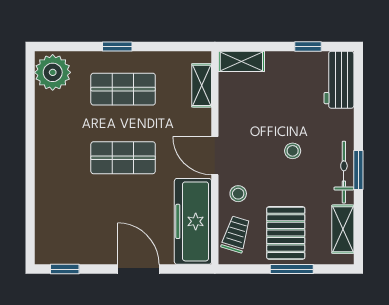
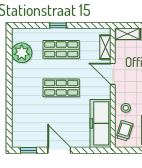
plant: (53, 72) -> (22, 53), moved
door: (215, 156) -> (113, 74), moved
door: (138, 269) -> (59, 150), moved

